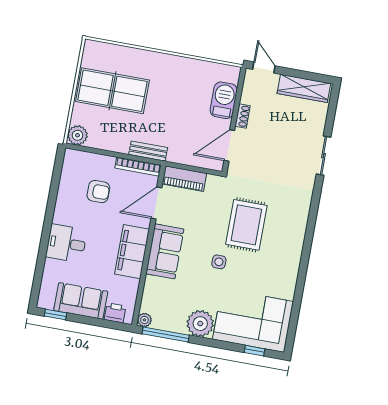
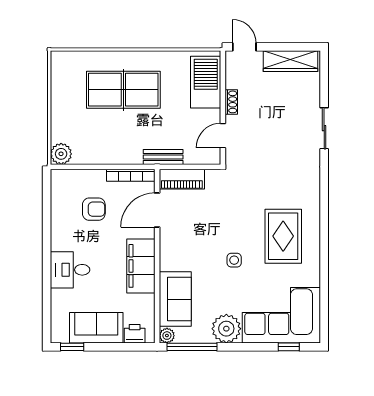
table tennis table: (112, 91) -> (123, 90), moved
barbecue: (224, 100) -> (206, 82), width x1.37, depth x1.21
door: (229, 146) -> (223, 136), width x0.73
bench: (148, 151) -> (163, 157), moved
rug: (246, 225) -> (283, 236), moved
sofa: (165, 251) -> (175, 299), moved

